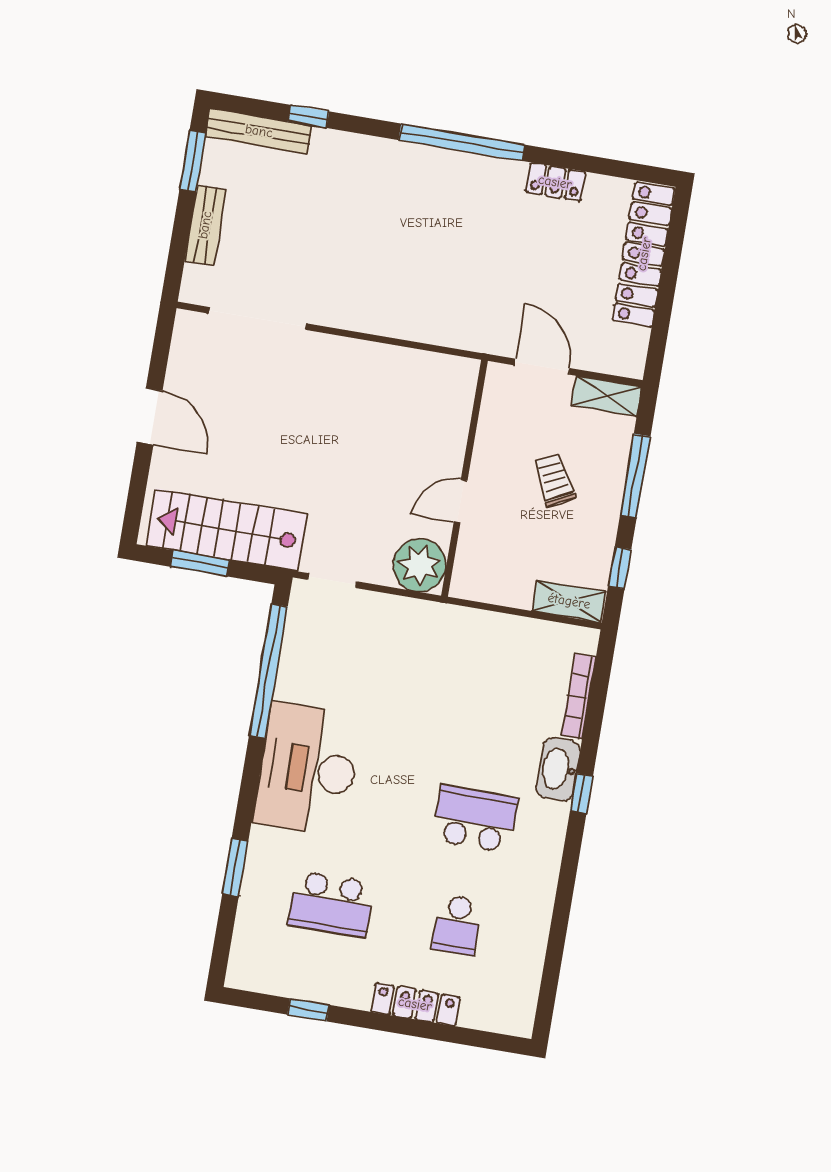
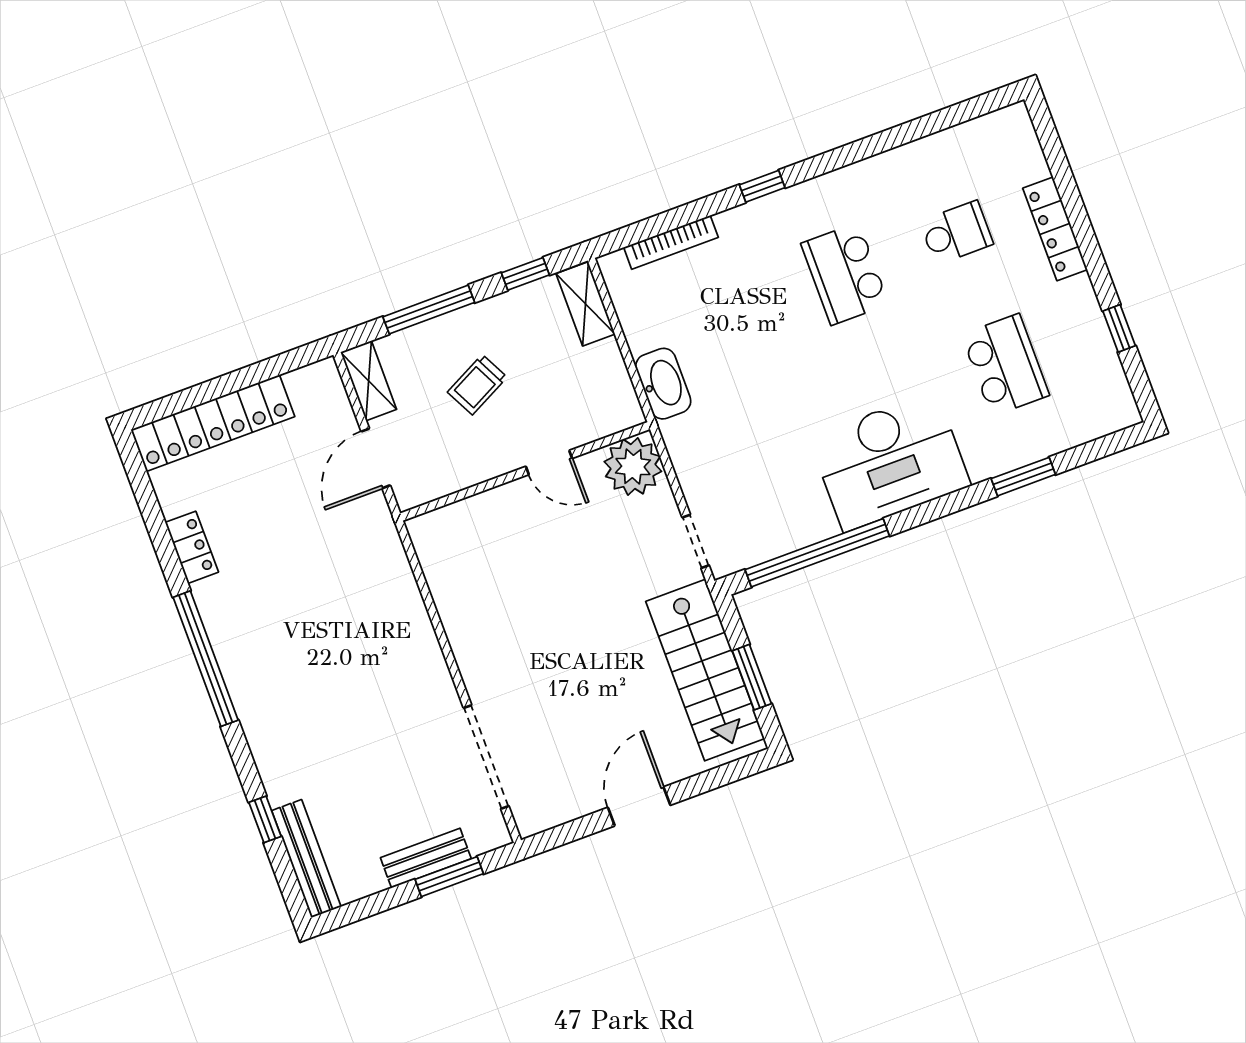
window: (193, 161) -> (449, 877), moved
washbasin: (558, 769) -> (663, 384), moved, turned -90

